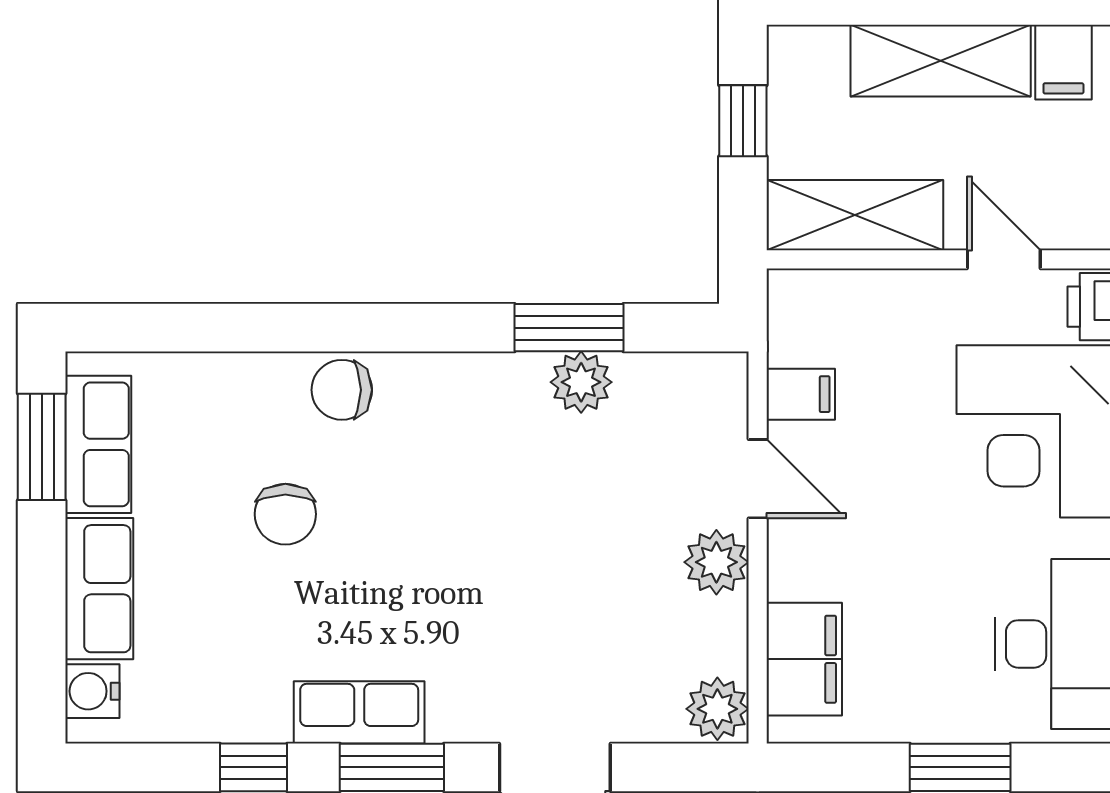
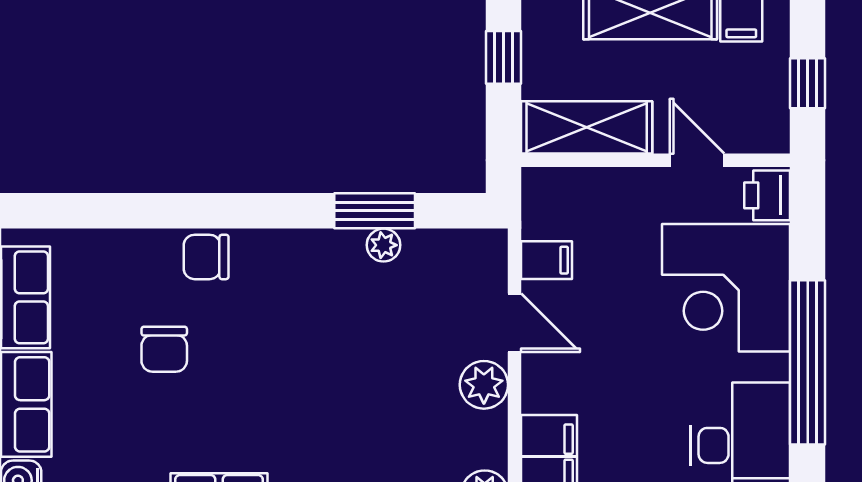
plant: (581, 382) -> (384, 245), width x0.73, depth x0.73

